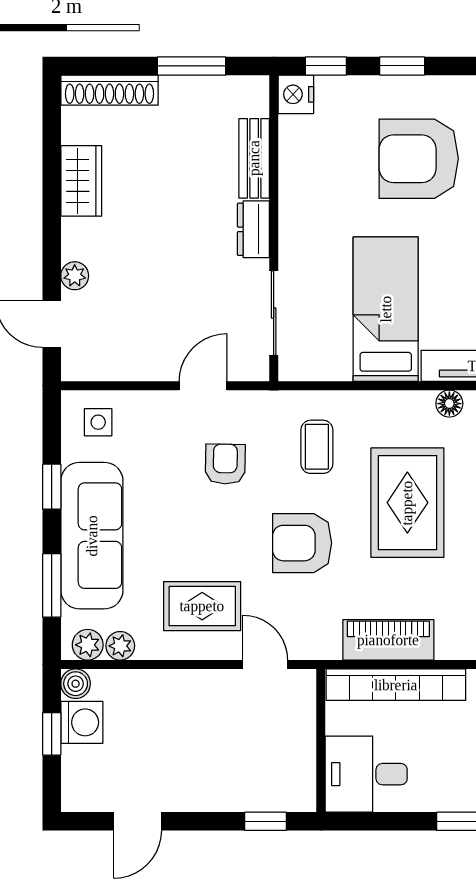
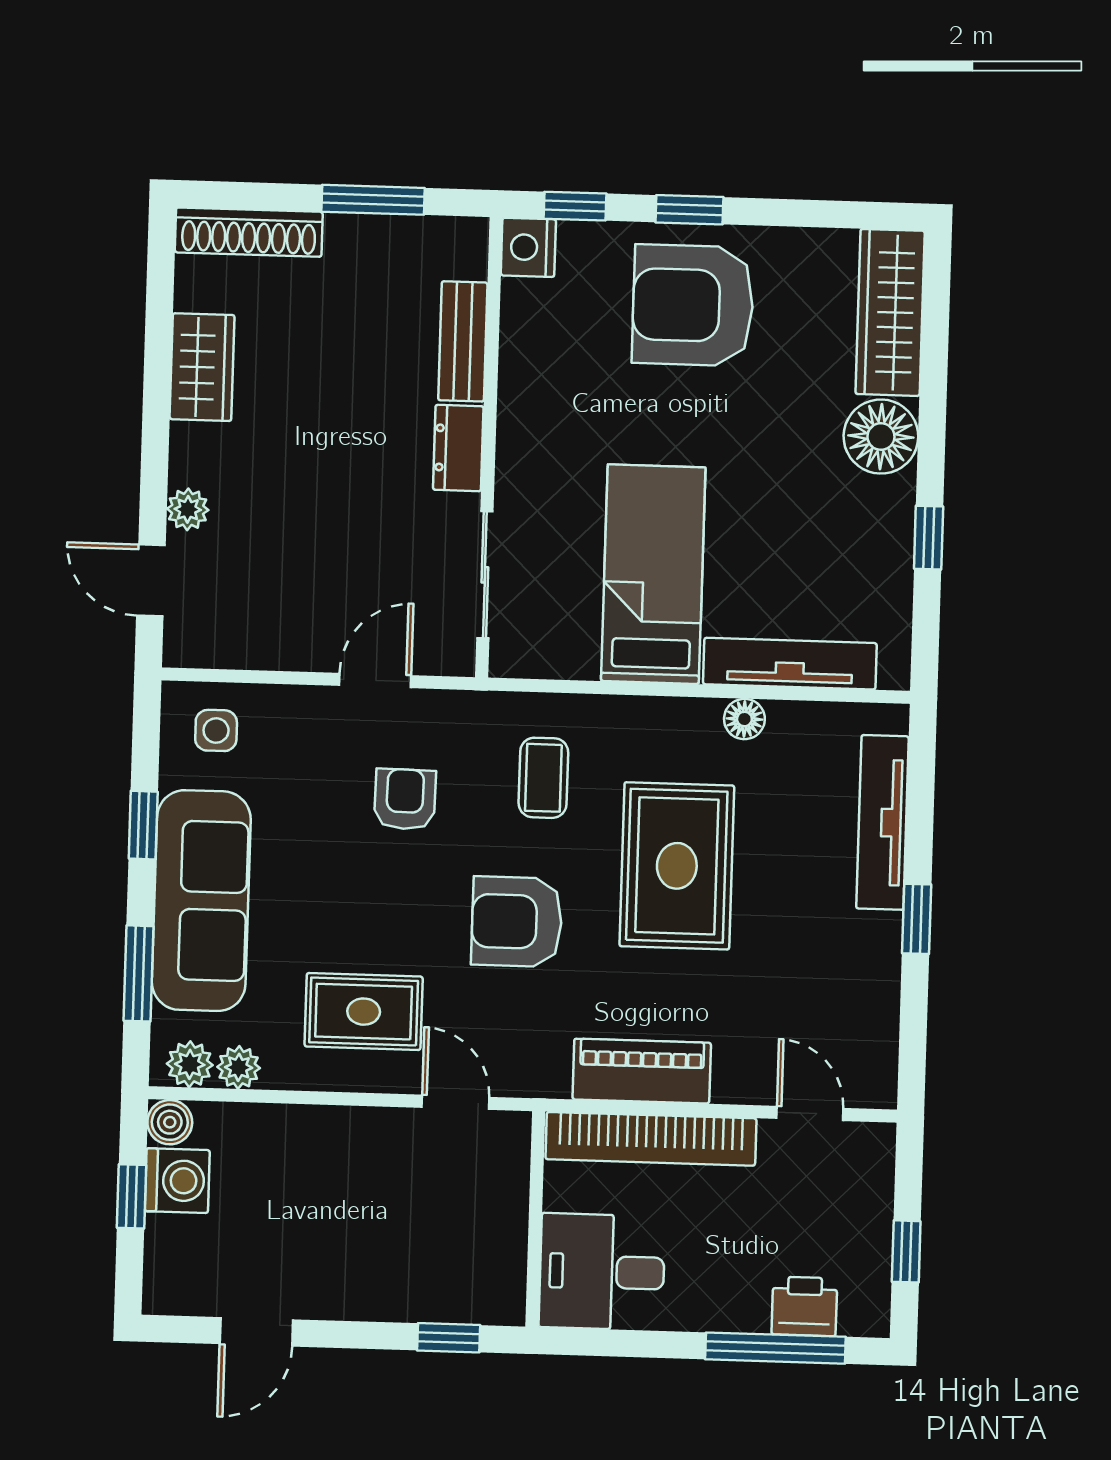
armchair: (419, 159) -> (693, 305), moved

